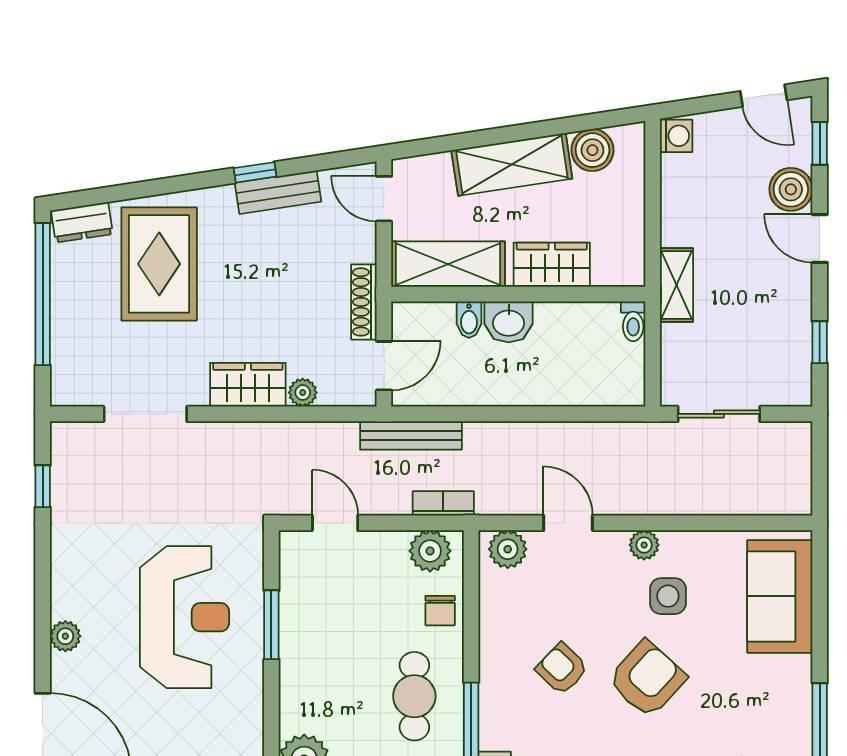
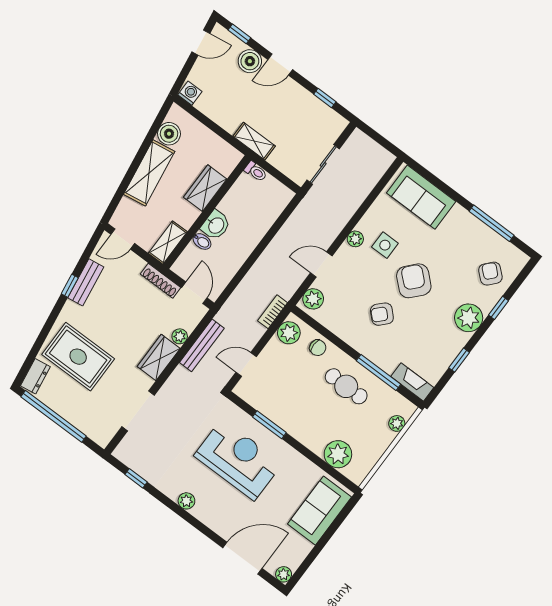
shelving: (448, 264) -> (168, 243), width x0.67, depth x0.75
bench: (411, 435) -> (202, 345), moved
plant: (65, 636) -> (186, 501), moved

